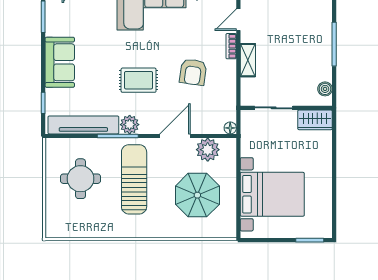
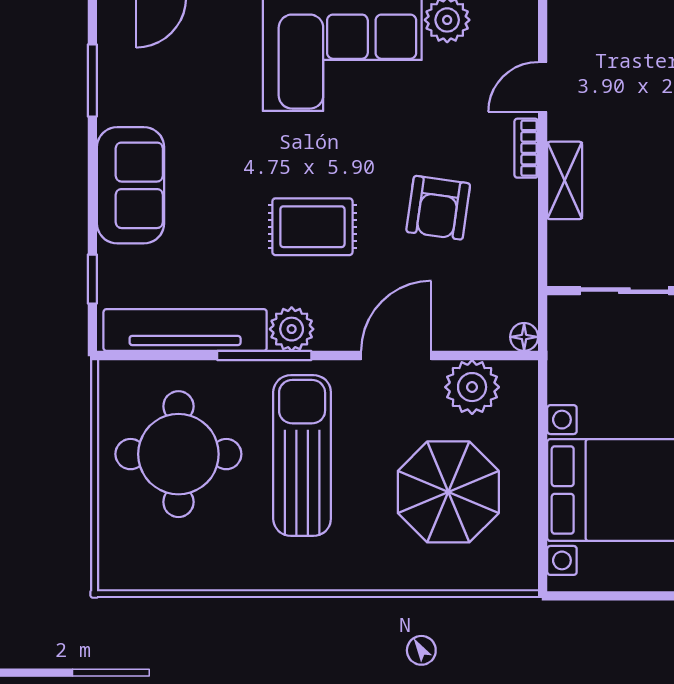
round table: (81, 179) -> (178, 454), width x1.36, depth x1.36

